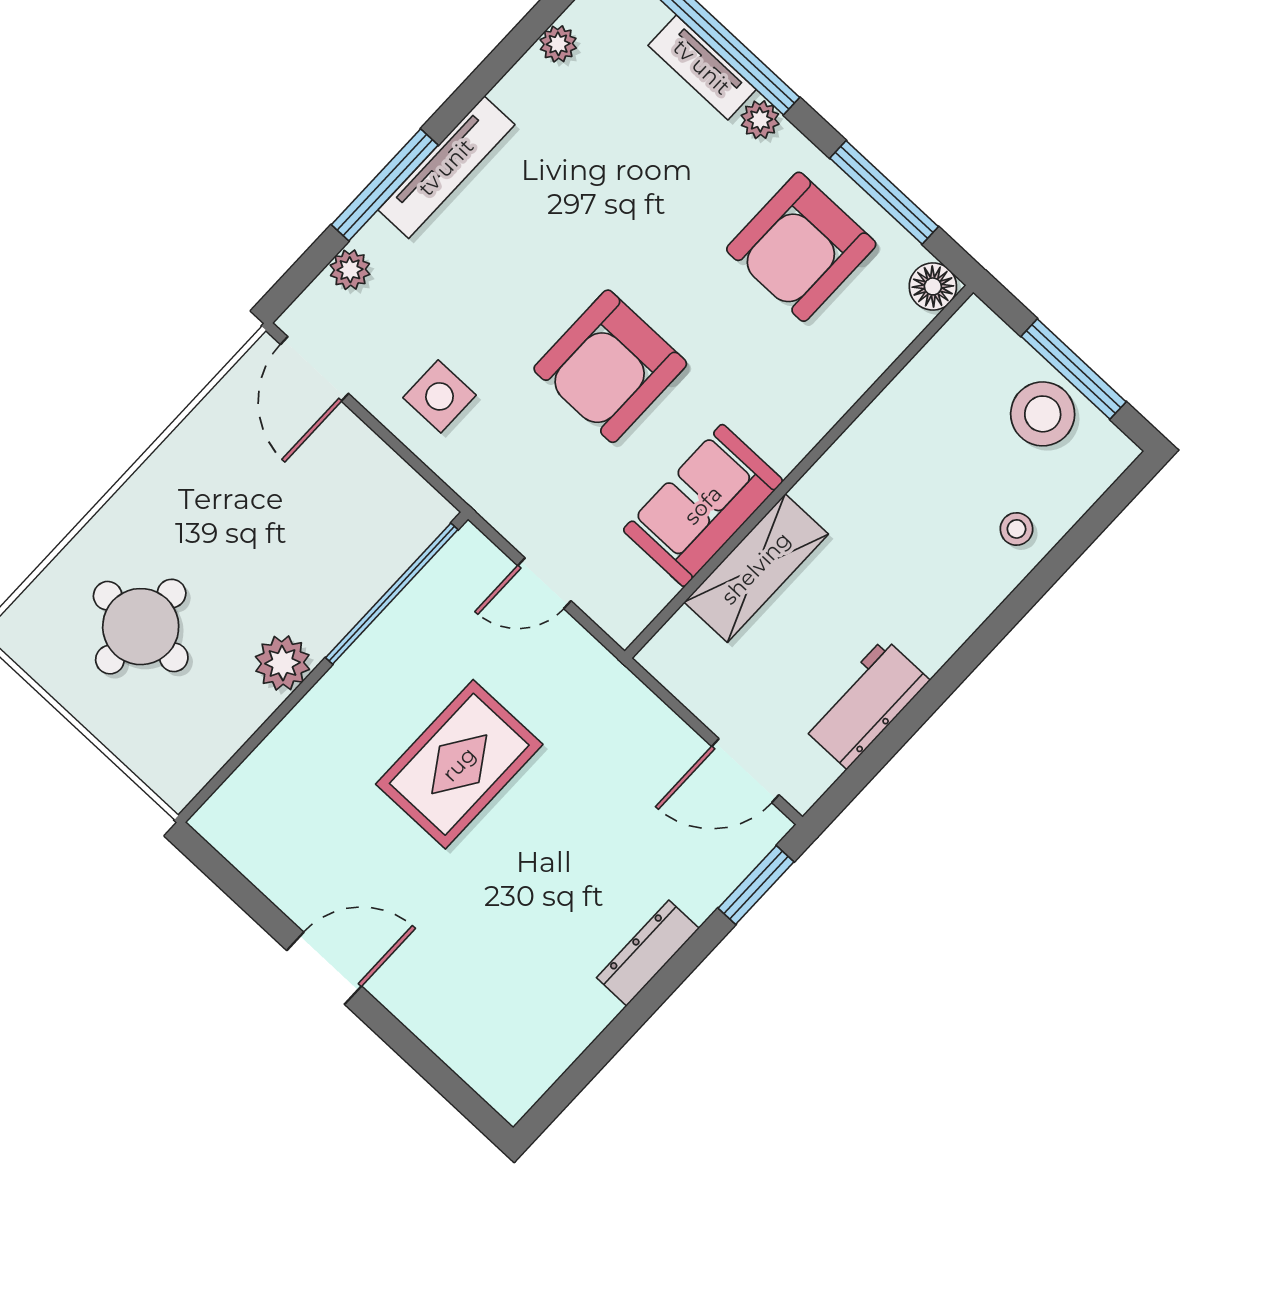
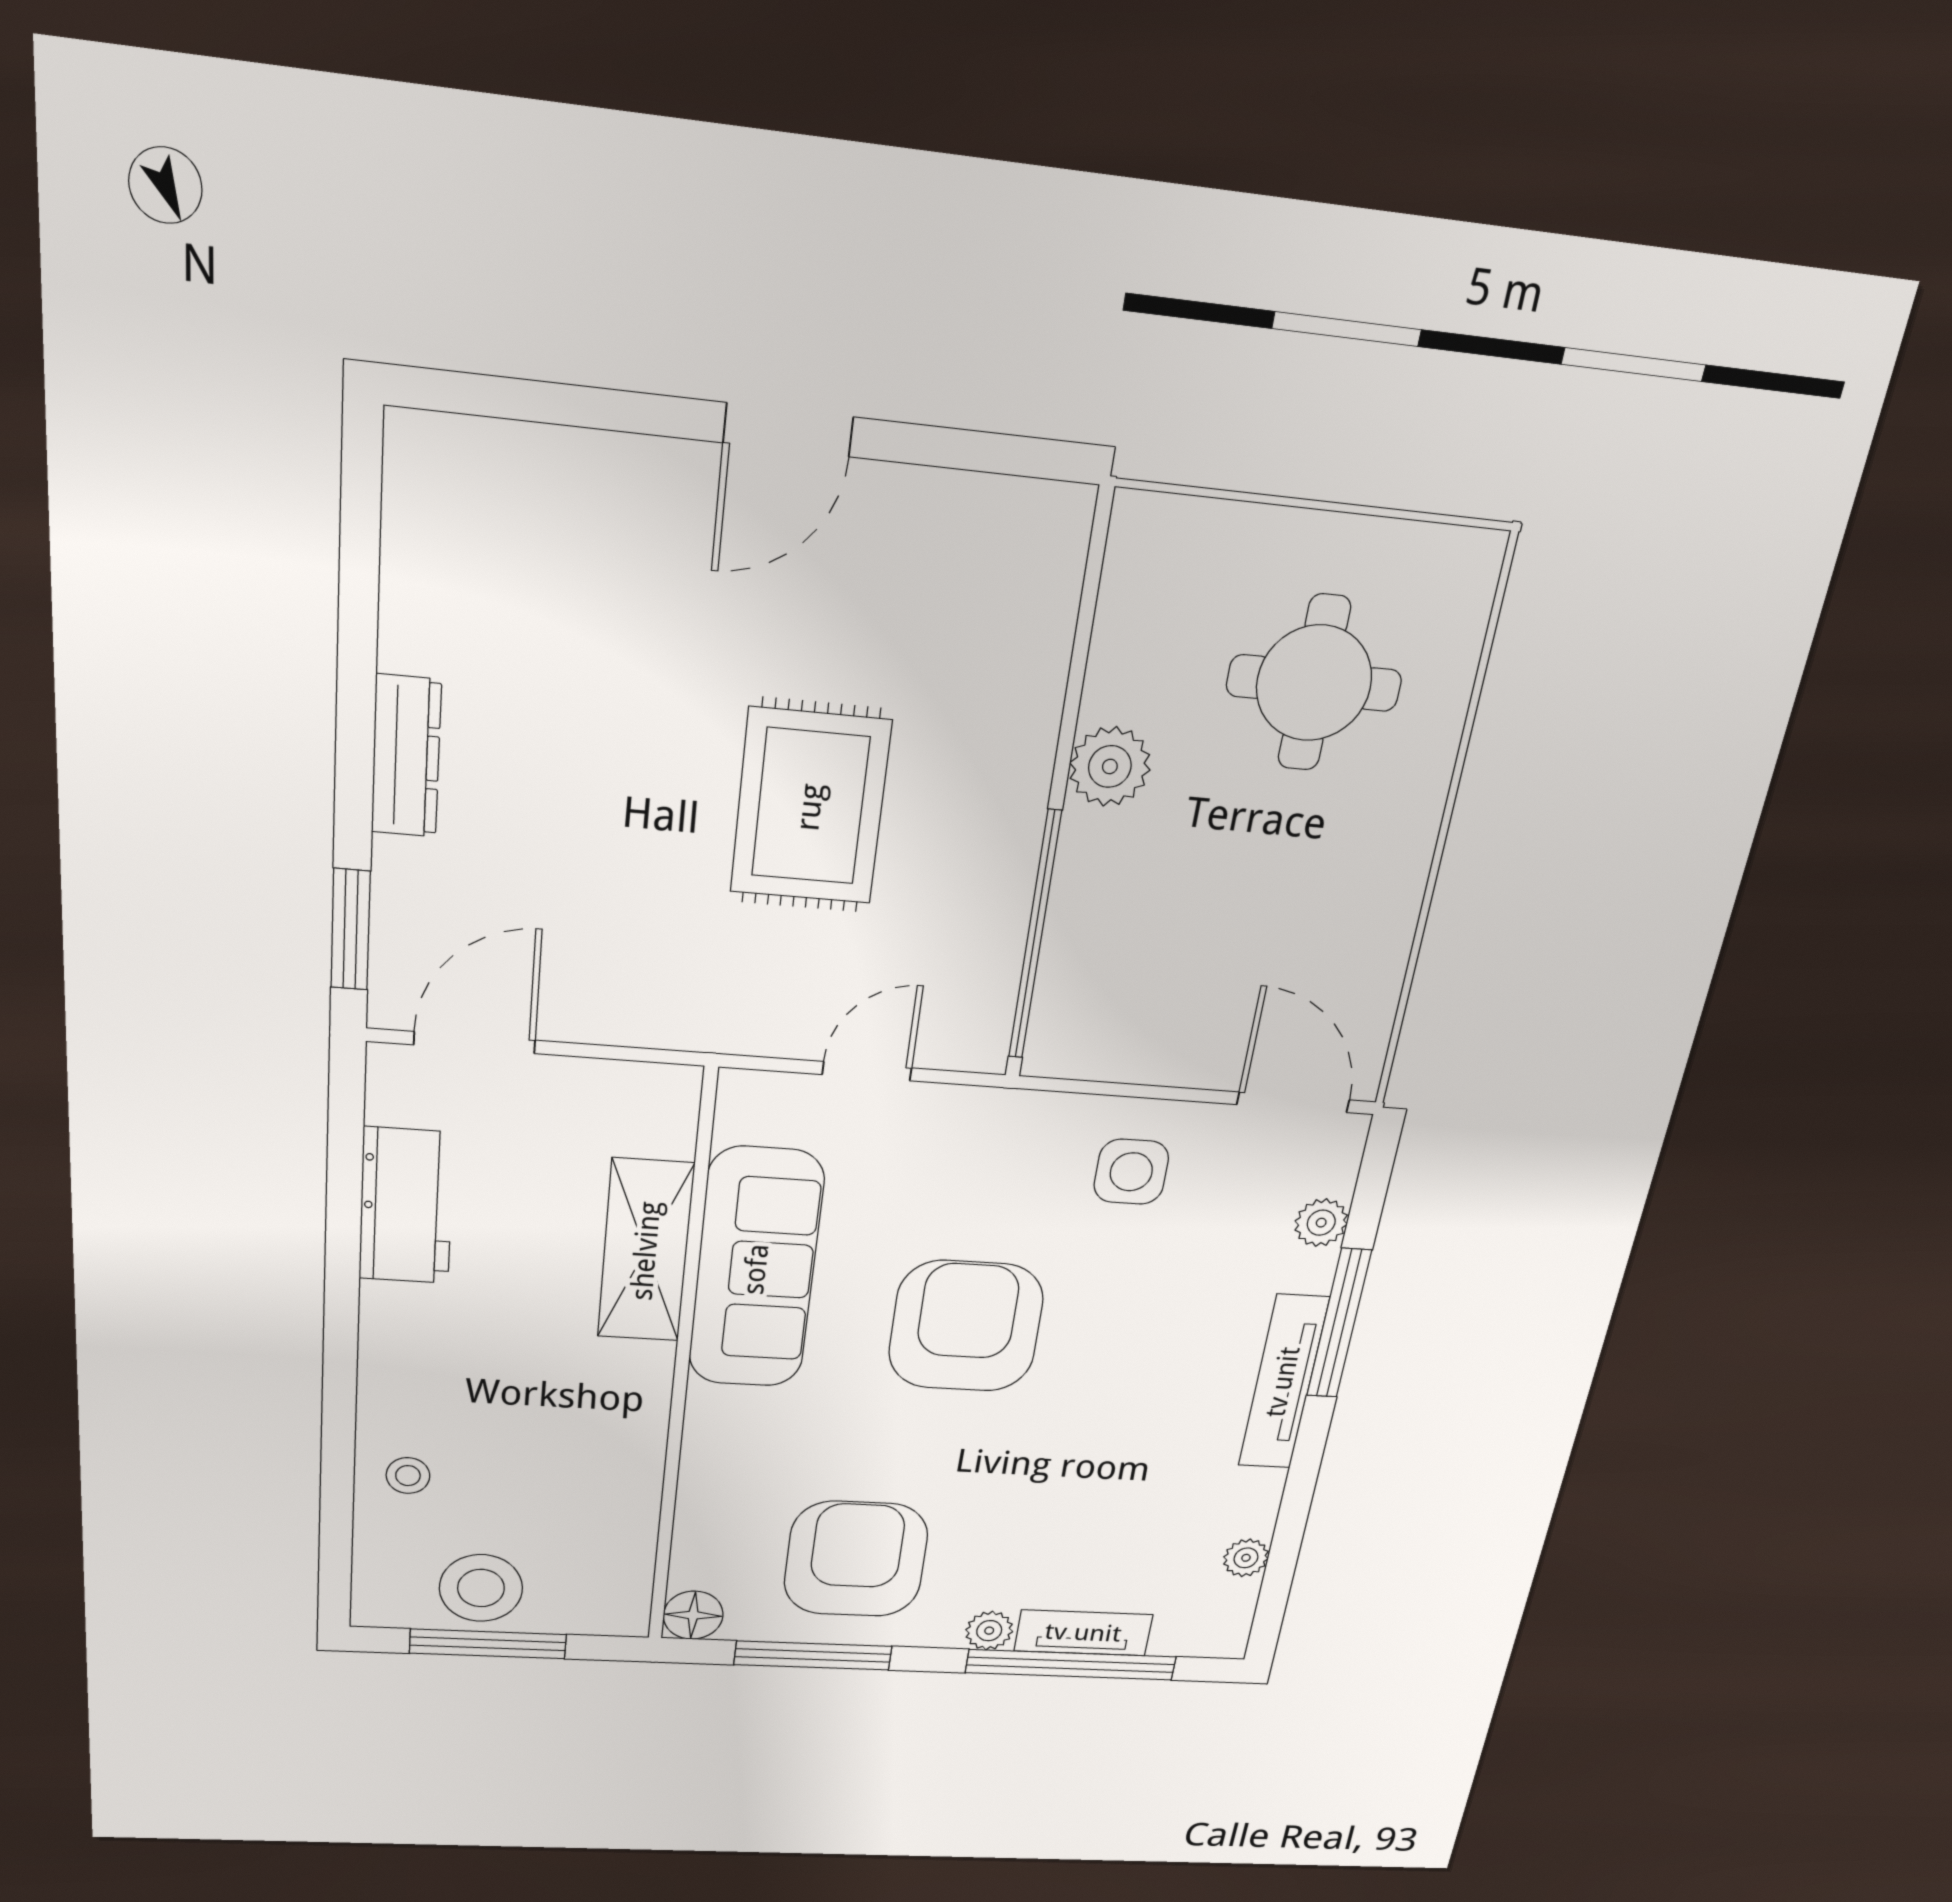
sofa: (703, 505) -> (756, 1269), width x1.36

